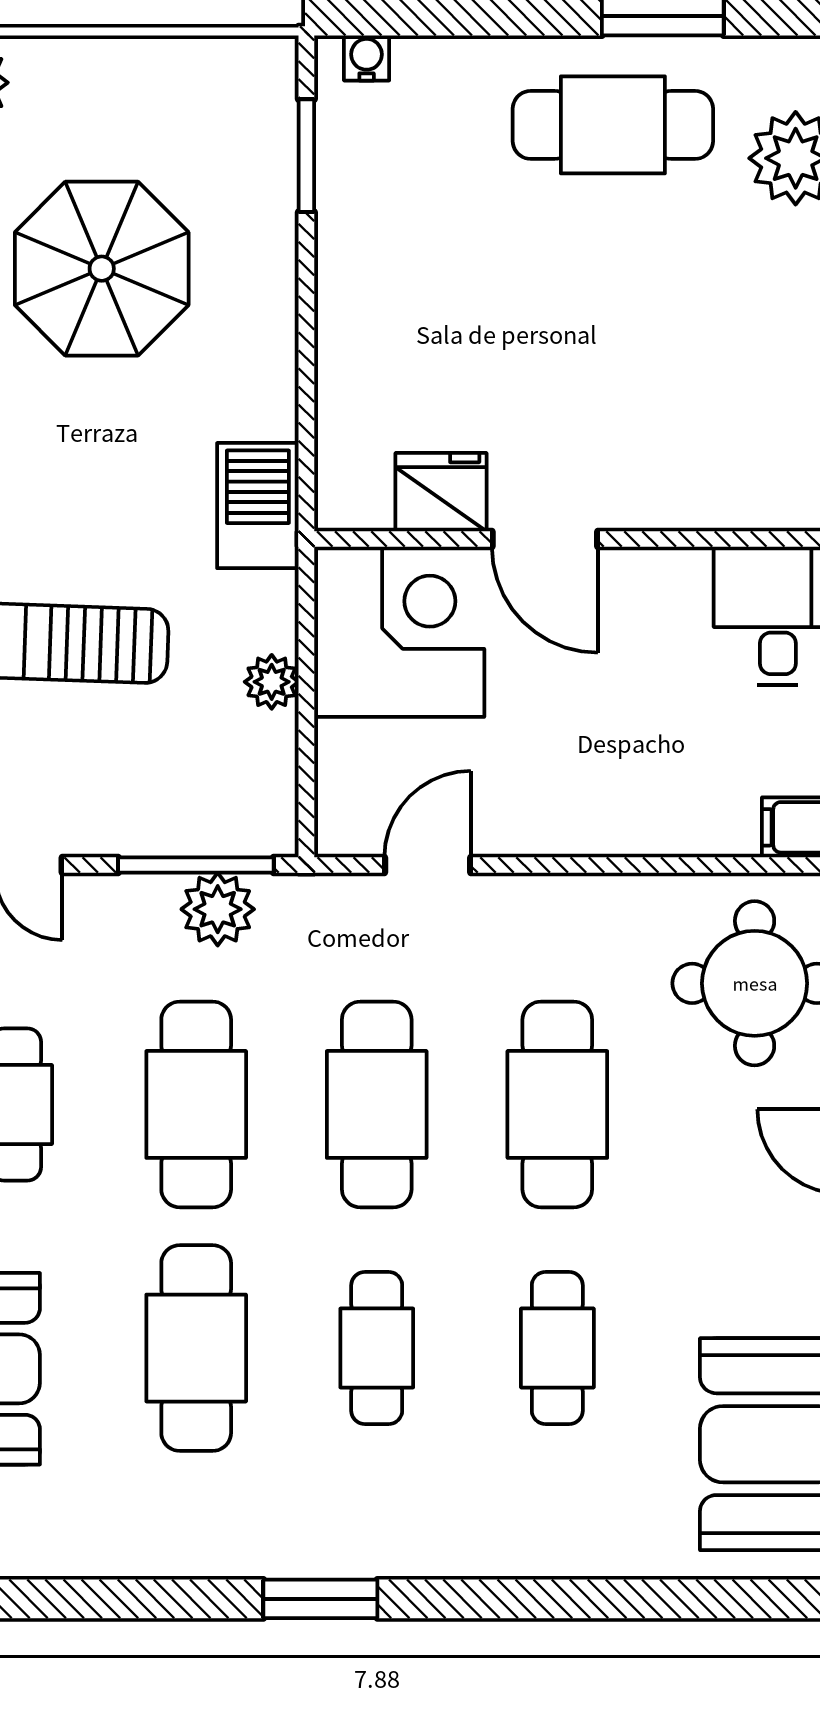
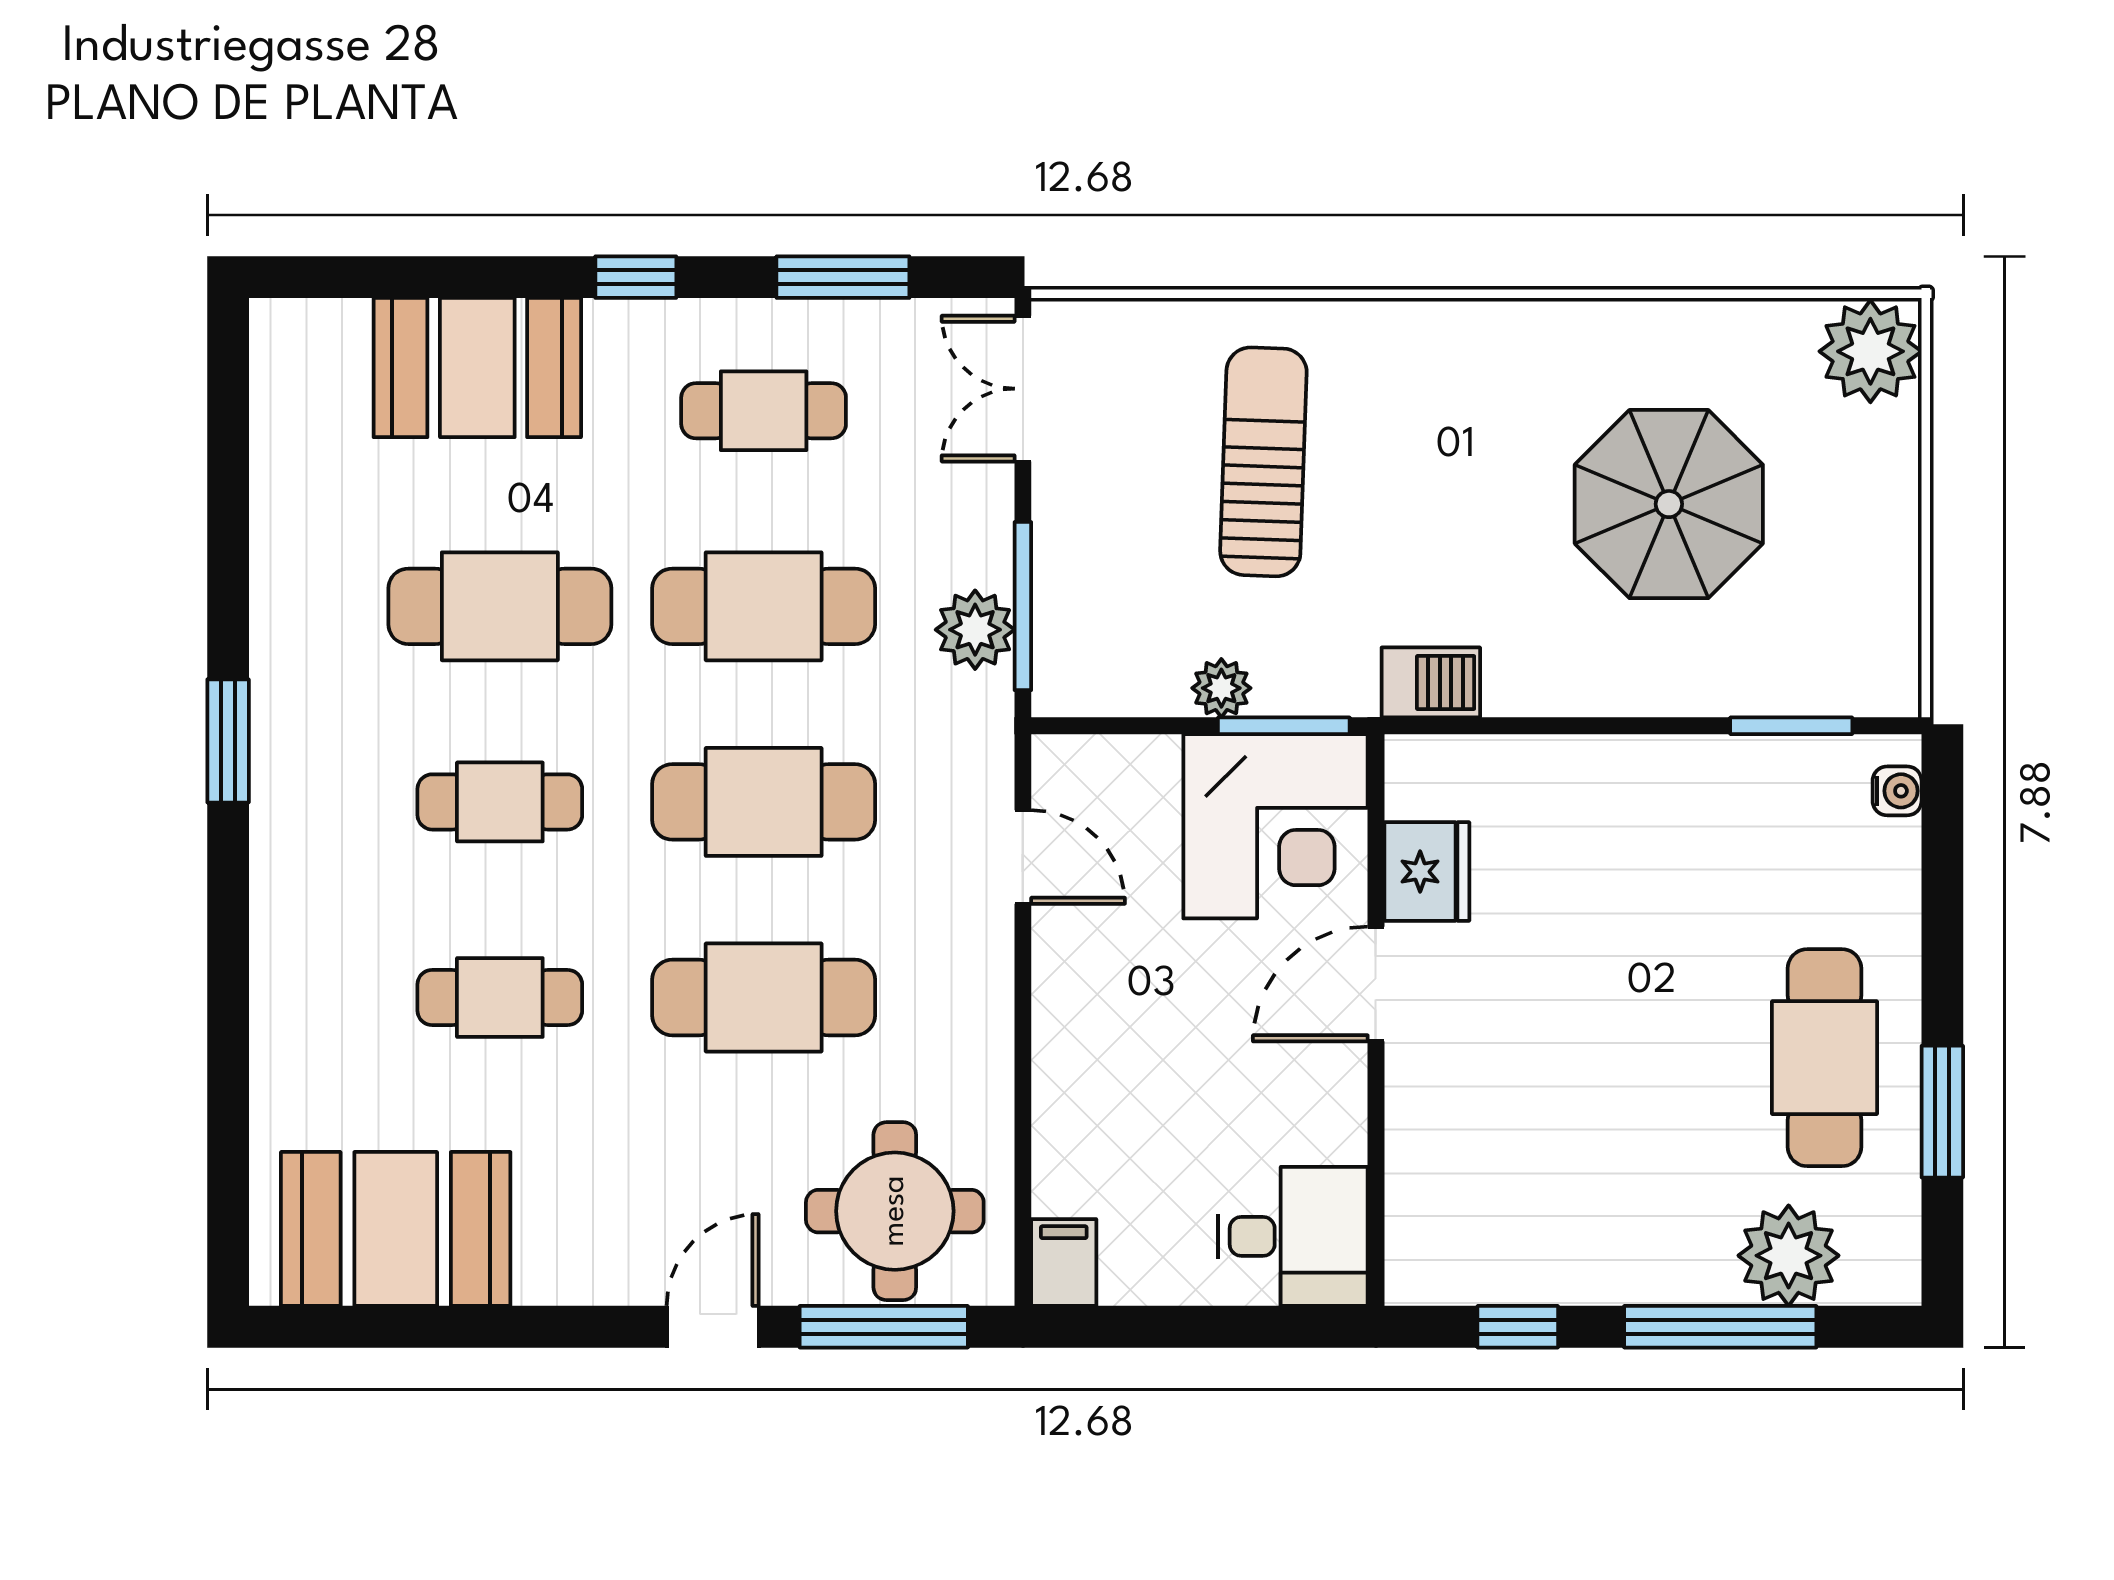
barbecue: (258, 506) -> (1431, 682), width x0.73, depth x0.79
window: (306, 624) -> (1284, 726), added

